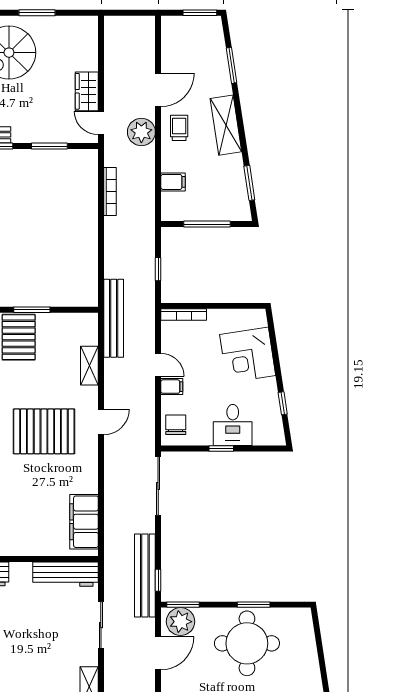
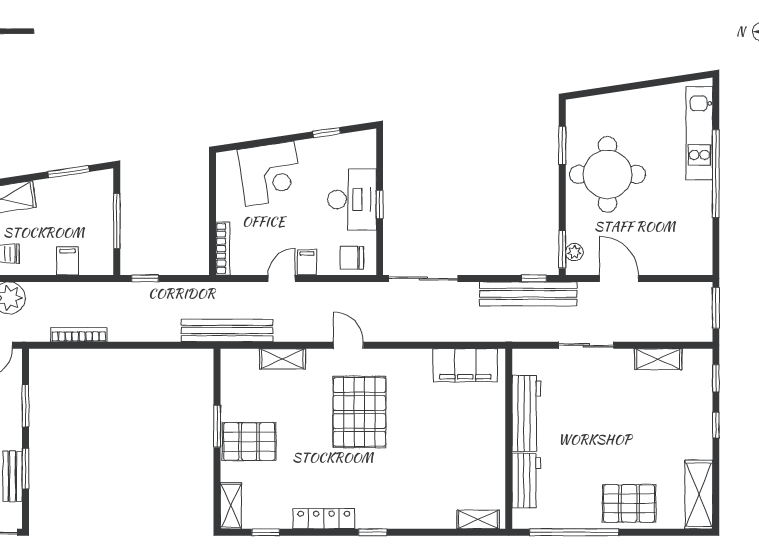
window: (158, 269) -> (145, 278), moved
desk: (233, 425) -> (352, 199), width x1.37
workbench: (66, 574) -> (526, 413), moved
window: (254, 605) -> (562, 145), moved
plant: (181, 622) -> (574, 252), width x0.53, depth x0.53

